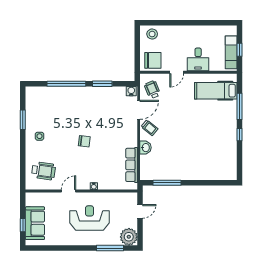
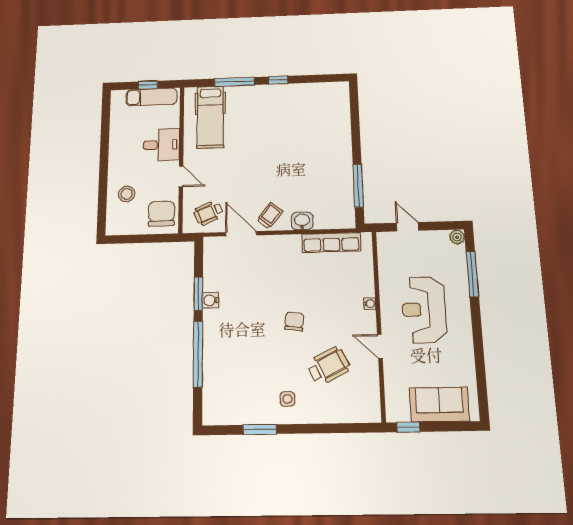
stool: (152, 34) -> (127, 194), moved
water cooler: (131, 91) -> (211, 300), moved
wheelchair: (44, 171) -> (328, 366), moved, turned 56
window: (23, 225) -> (408, 427), moved
plant: (129, 237) -> (457, 237), width x0.53, depth x0.53

